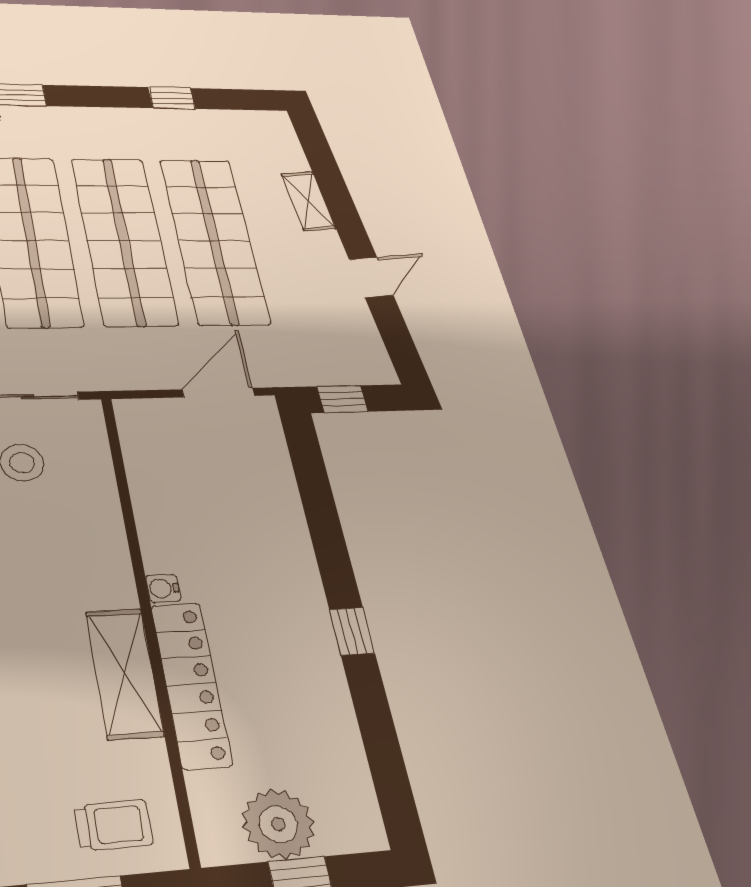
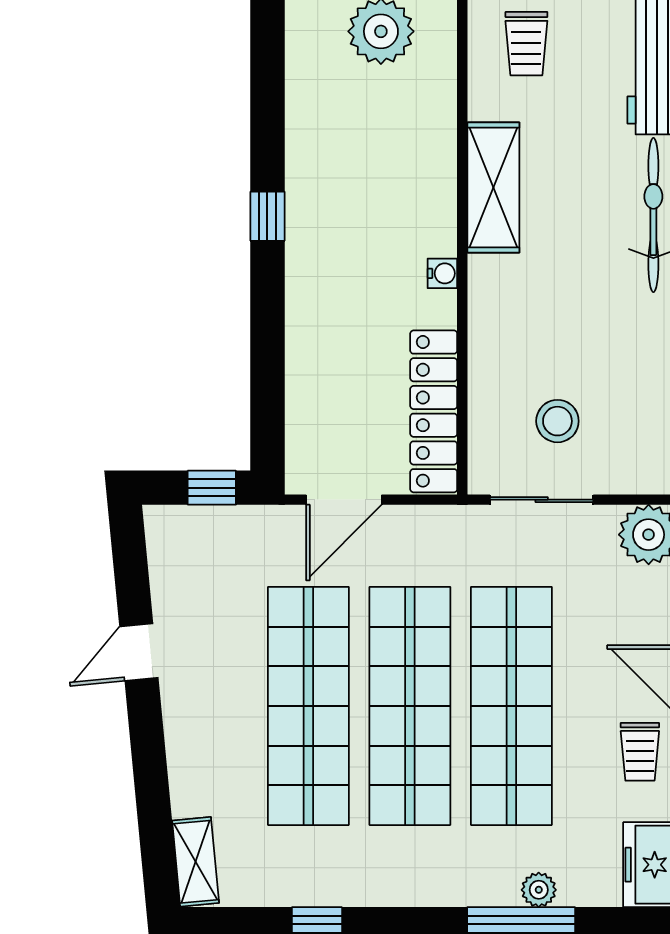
shelving: (308, 201) -> (196, 862), moved
locker: (191, 684) -> (434, 411), moved
trolley: (114, 825) -> (526, 44), turned -90

